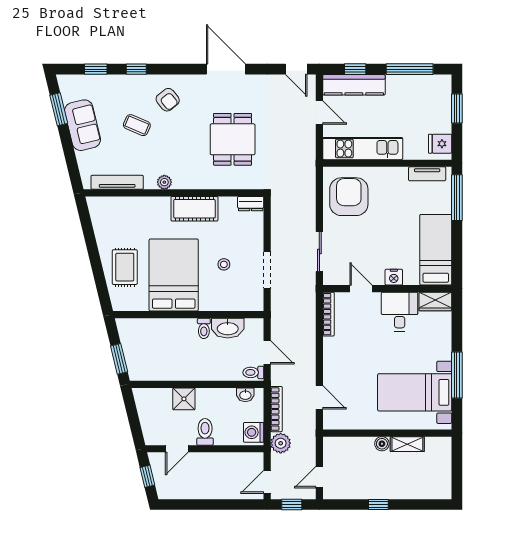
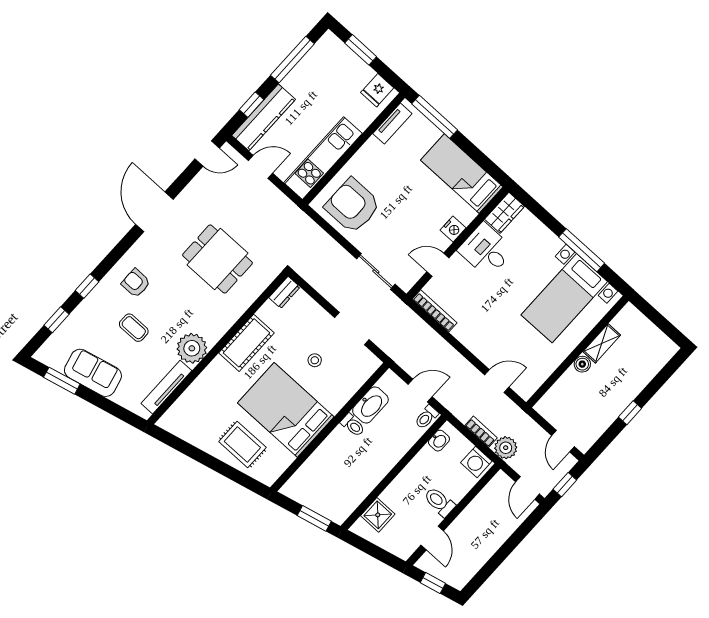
door: (226, 69) -> (154, 212), hinge flipped
armchair: (168, 100) -> (136, 283), turned -141
coffee table: (137, 125) -> (134, 328), turned 67
plant: (164, 182) -> (192, 348), width x1.88, depth x1.88
shower: (184, 399) -> (378, 515), moved
bookcase: (276, 409) -> (481, 432), width x0.64

